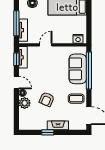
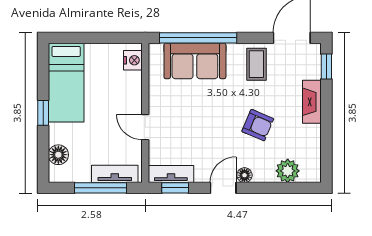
plant: (25, 103) -> (288, 171), moved
window: (48, 132) -> (326, 67), moved

